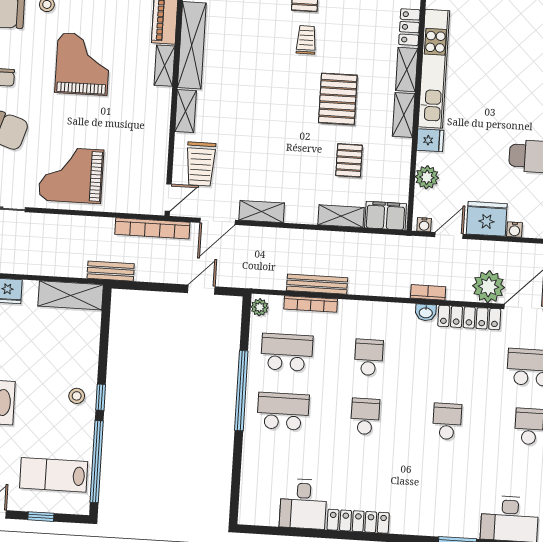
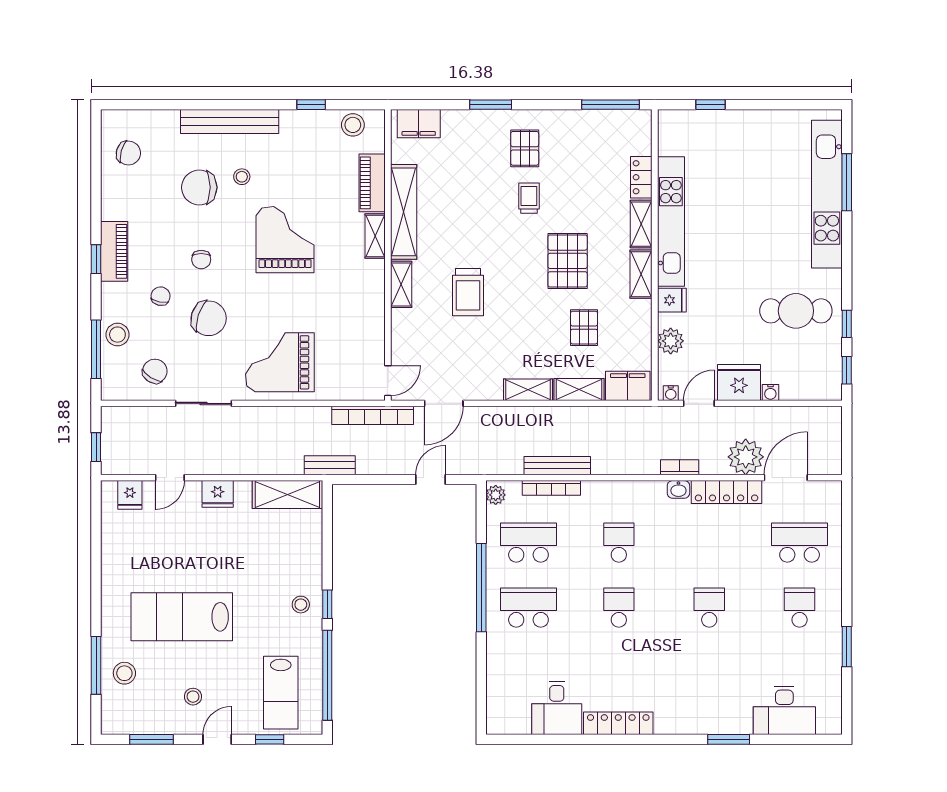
trolley: (201, 164) -> (468, 292), moved
shelving: (262, 212) -> (528, 390), moved
lab bench: (54, 475) -> (281, 693), turned -90

